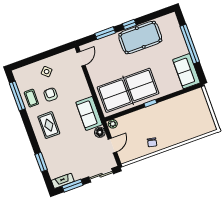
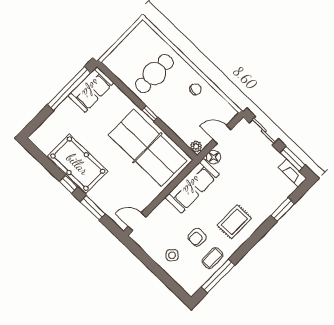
window: (190, 44) -> (69, 89), moved
sofa: (89, 113) -> (192, 186), width x1.36
cafe table: (176, 120) -> (154, 74), added

